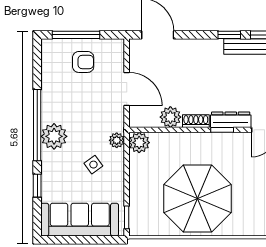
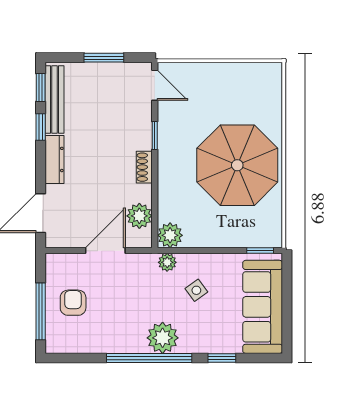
plant: (170, 117) -> (139, 216), moved
dresser: (231, 120) -> (54, 159), moved, turned 180

